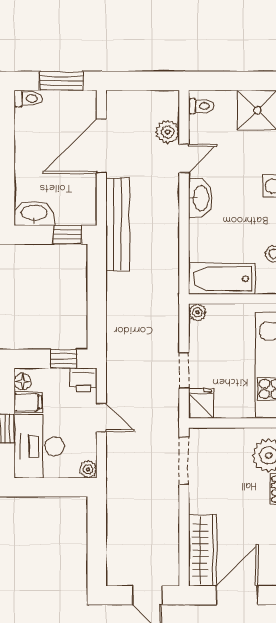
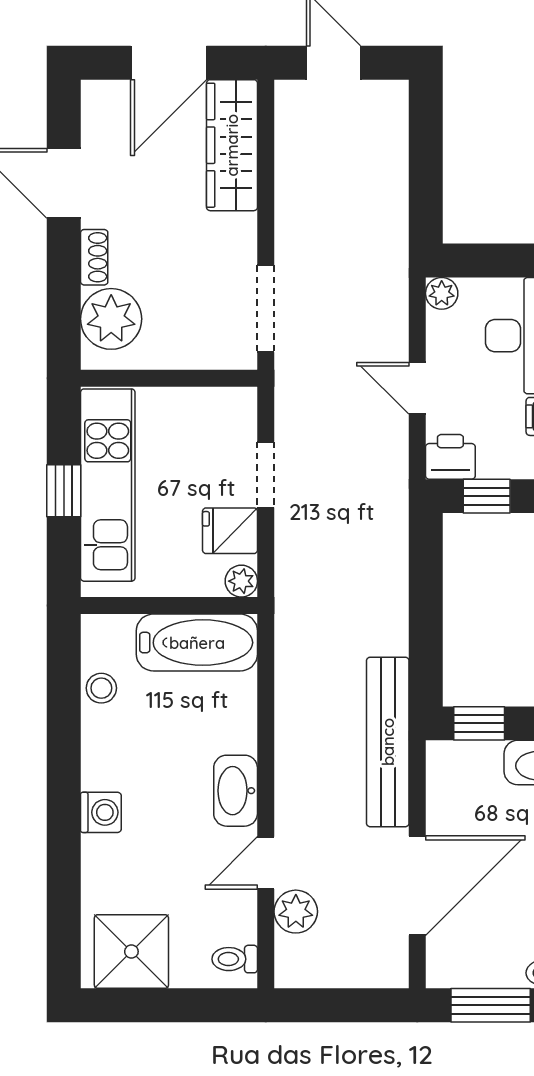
fridge: (201, 403) -> (230, 531), moved, turned 90

